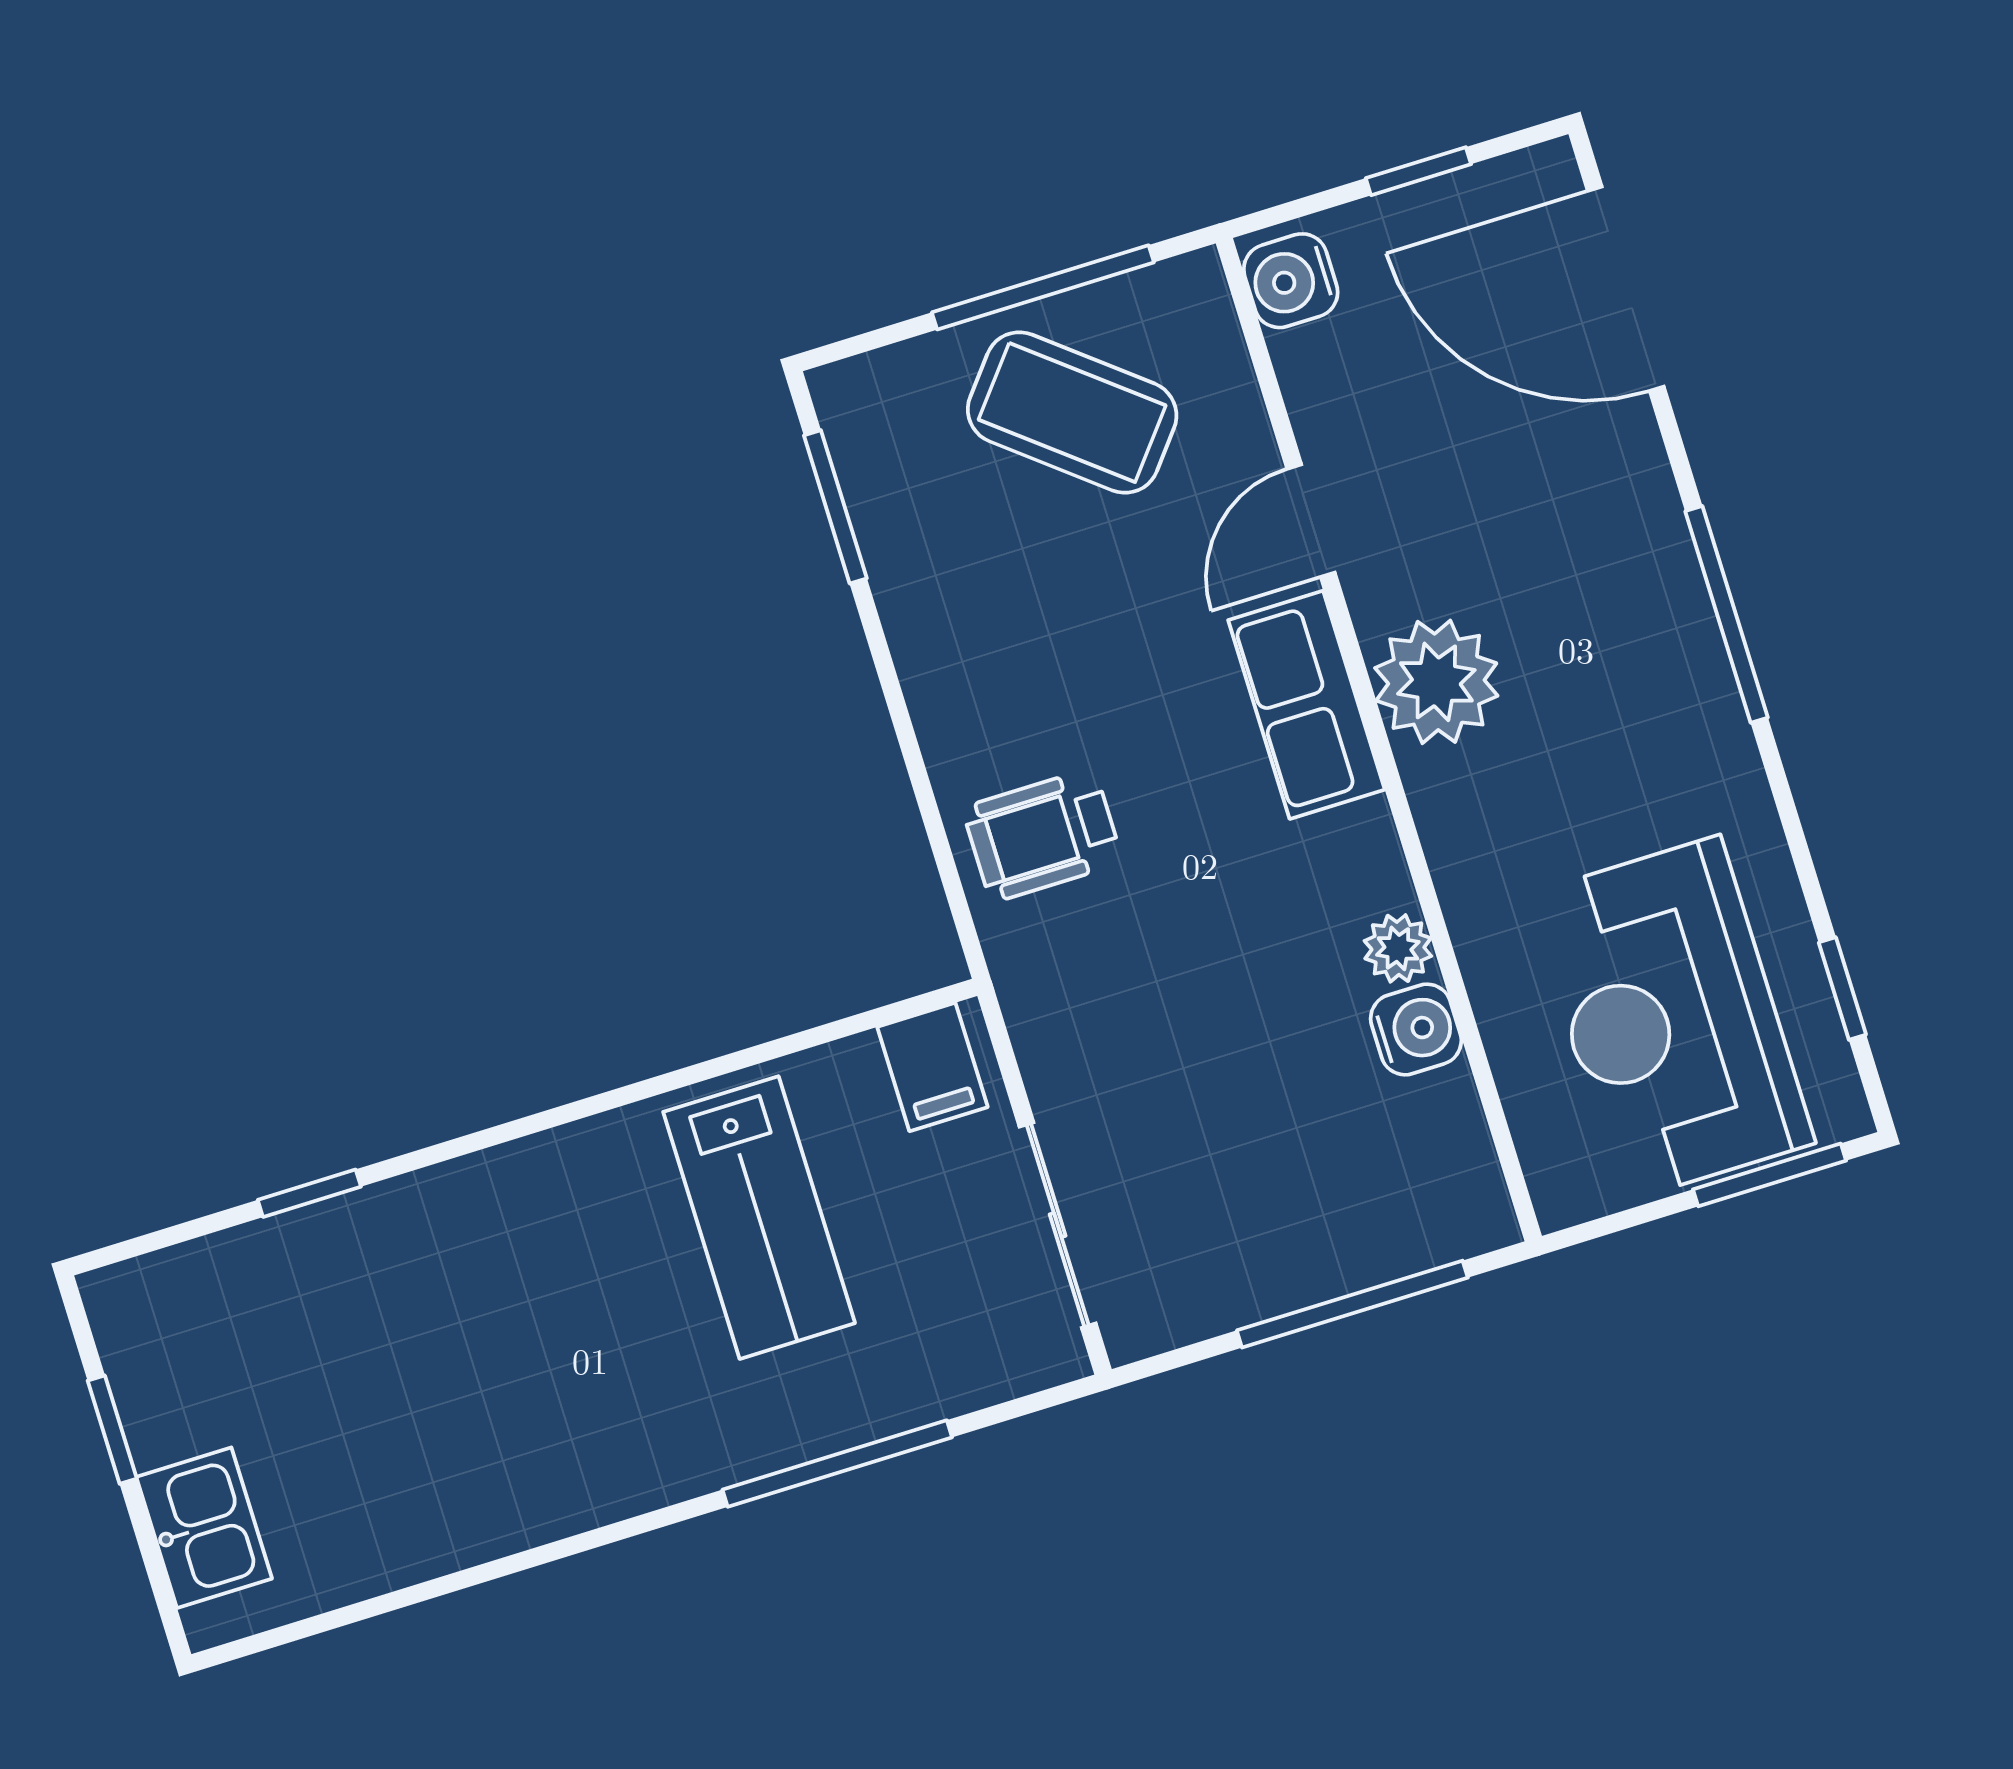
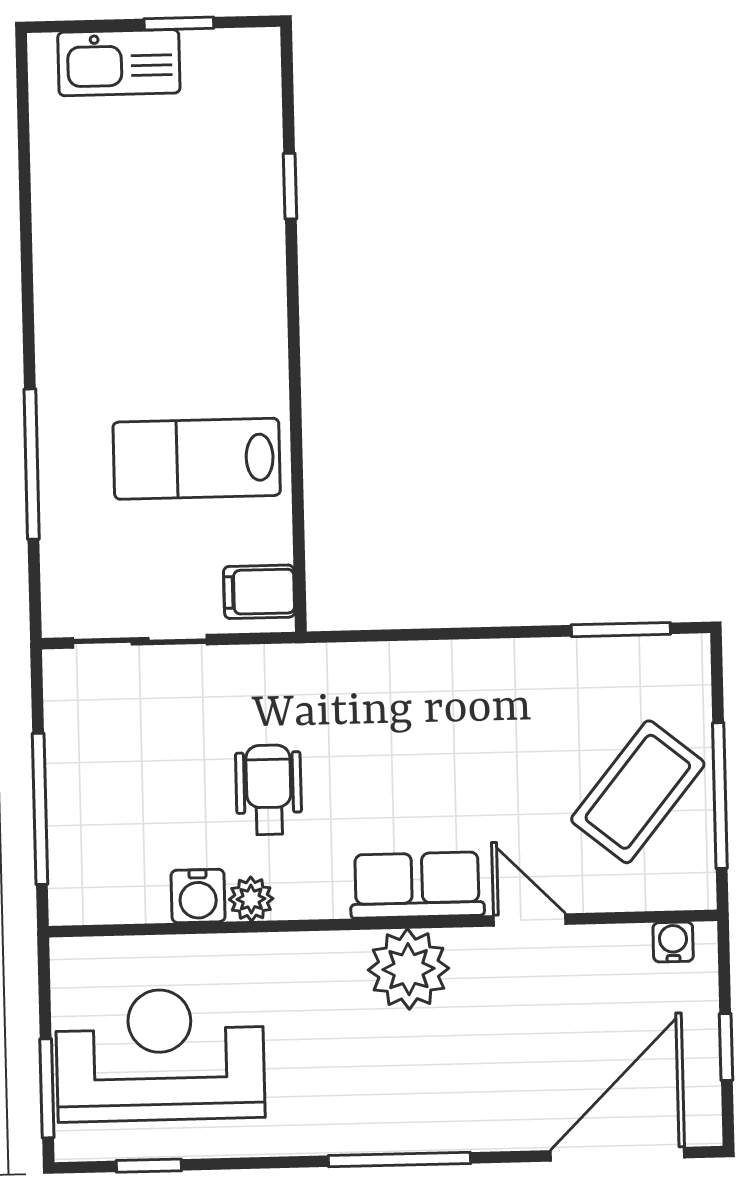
water cooler: (1291, 281) -> (673, 942), width x0.72, depth x0.72
wheelchair: (1043, 835) -> (269, 790), moved
kitchen sink: (204, 1528) -> (119, 63), width x1.38

